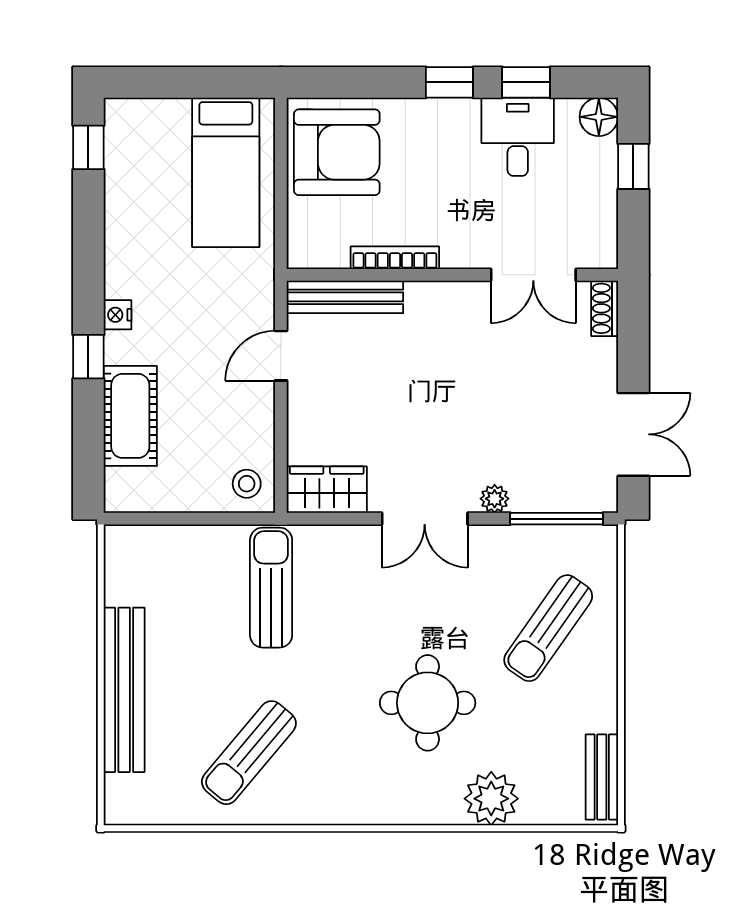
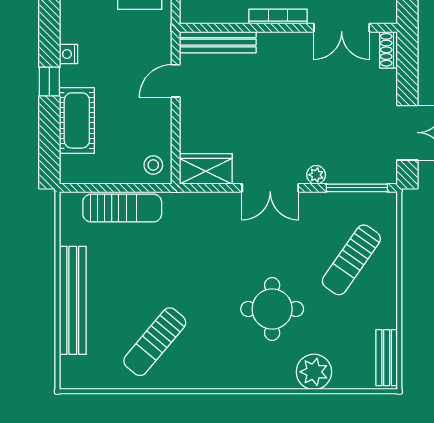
bookcase: (395, 258) -> (278, 17), moved
sun lounger: (271, 588) -> (122, 208), moved, turned 90

